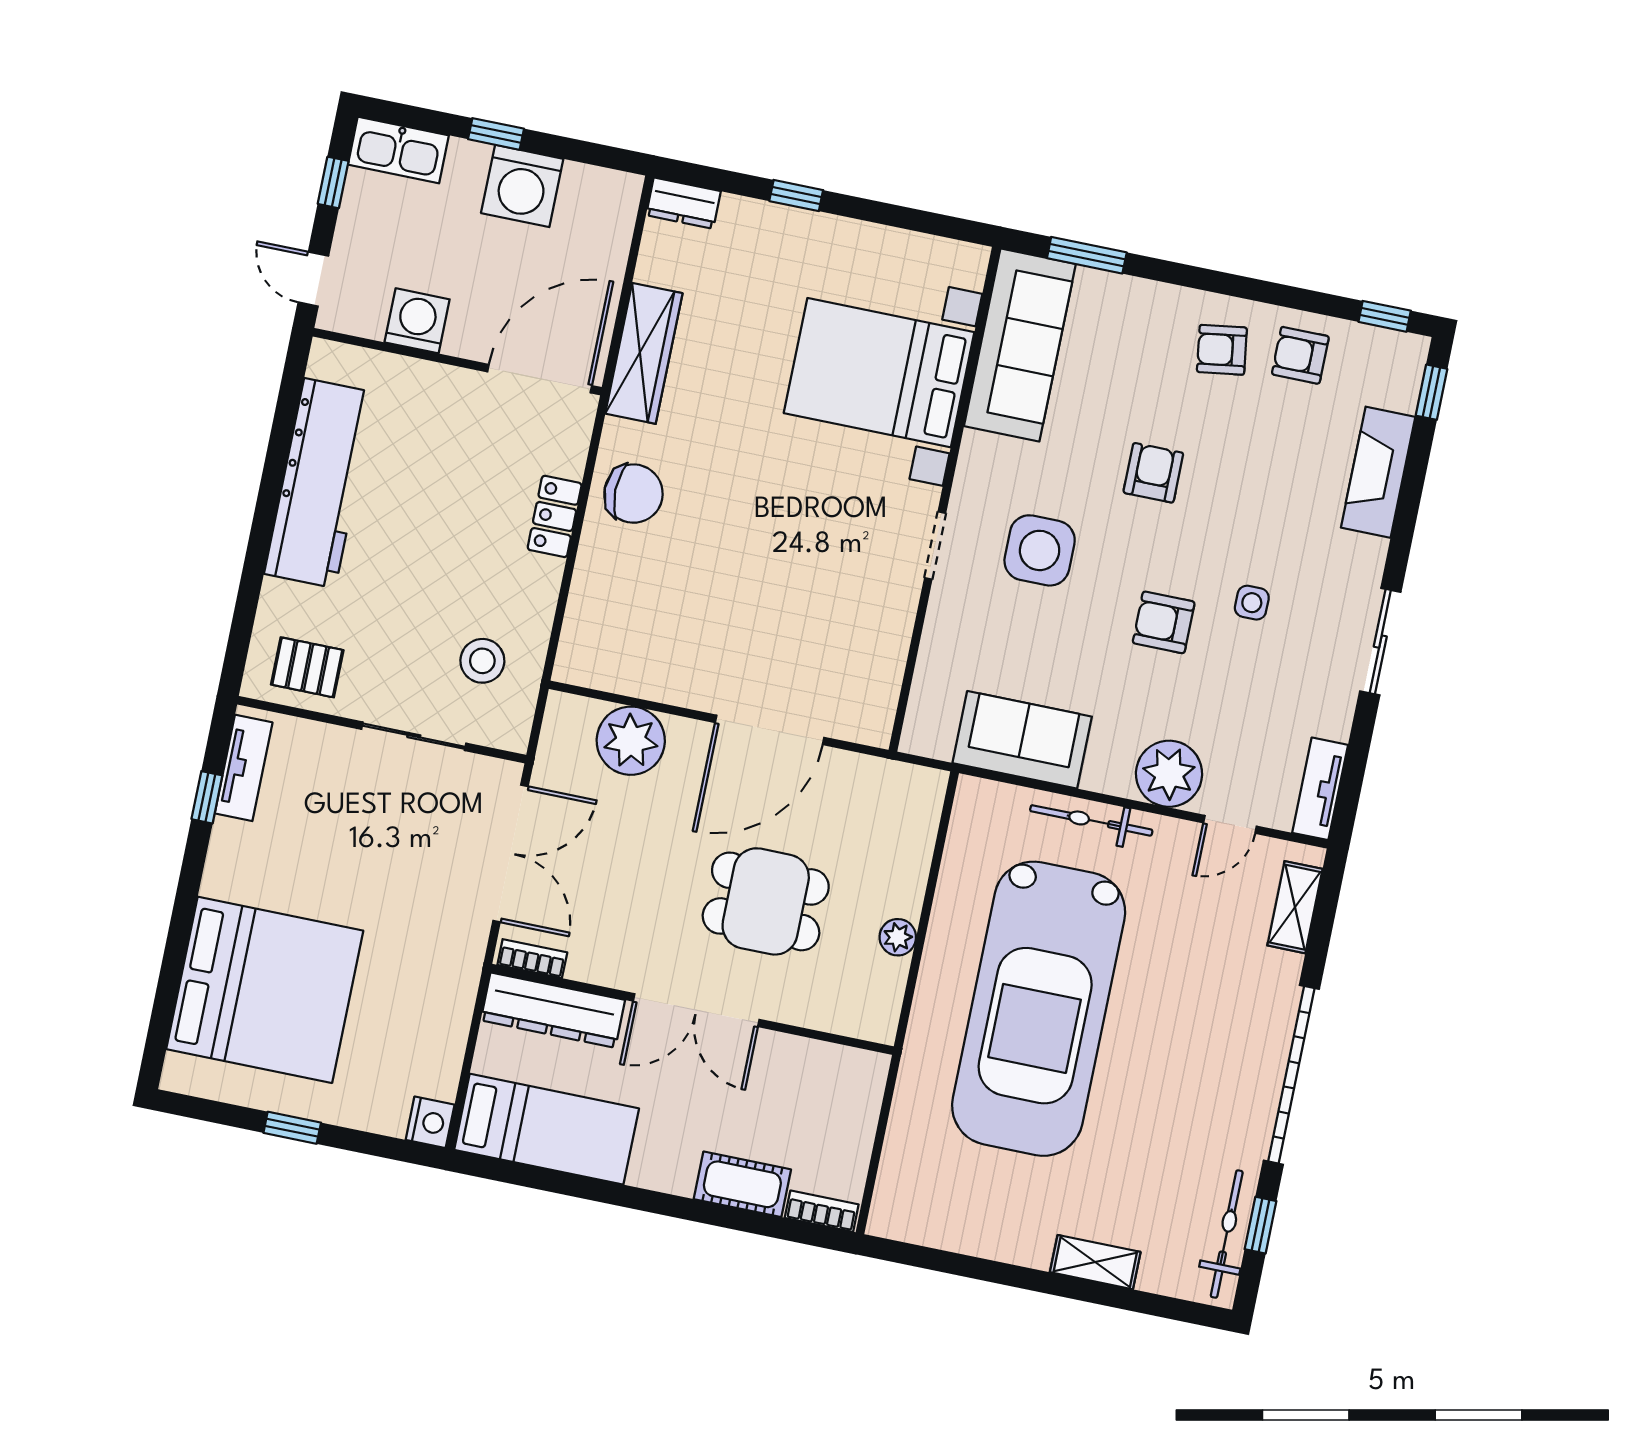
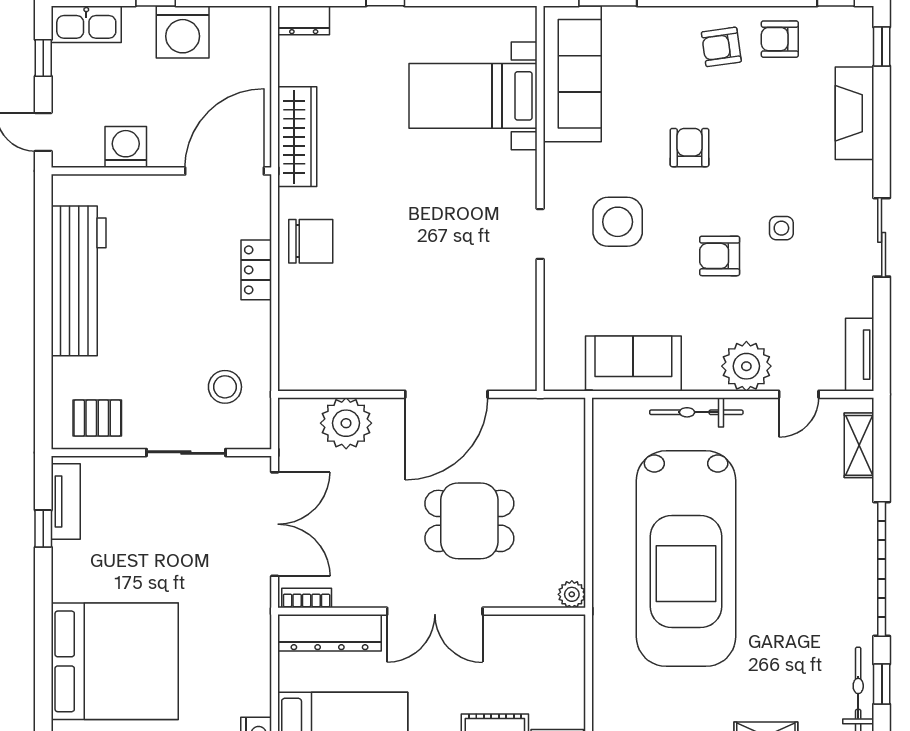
bed with nightstands: (879, 373) -> (473, 96), width x0.73
plant: (898, 937) -> (572, 594), moved

